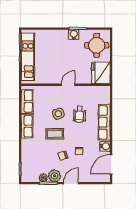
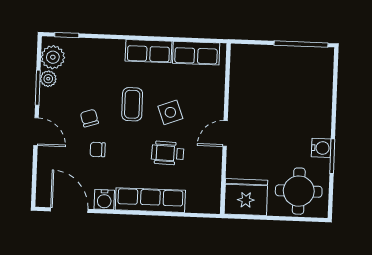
kitchen unit: (28, 57) -> (282, 58), removed
door: (68, 85) -> (225, 134), swing flipped
plant: (55, 176) -> (53, 57), moved

